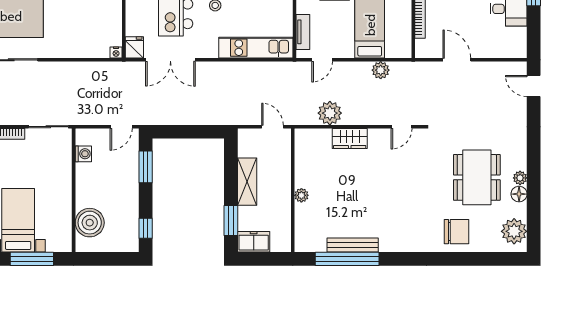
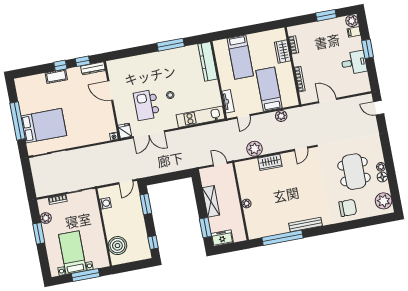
bench: (353, 245) -> (305, 224), moved

